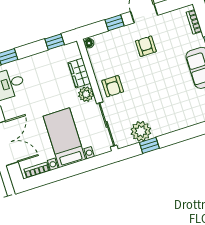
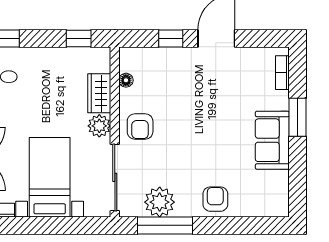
floor lamp: (89, 43) -> (126, 80), moved
armchair: (146, 46) -> (215, 199), moved
window: (149, 145) -> (165, 225), width x2.17

